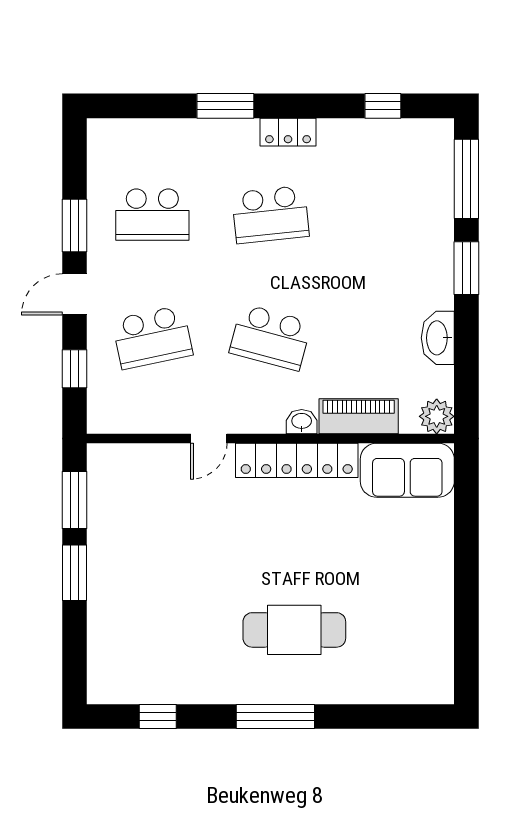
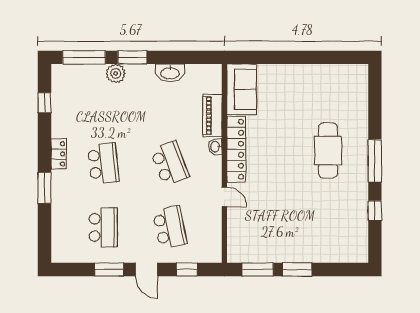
school desk: (270, 337) -> (170, 163), turned -36
plant: (437, 416) -> (116, 73), moved
window: (158, 716) -> (375, 211), moved

